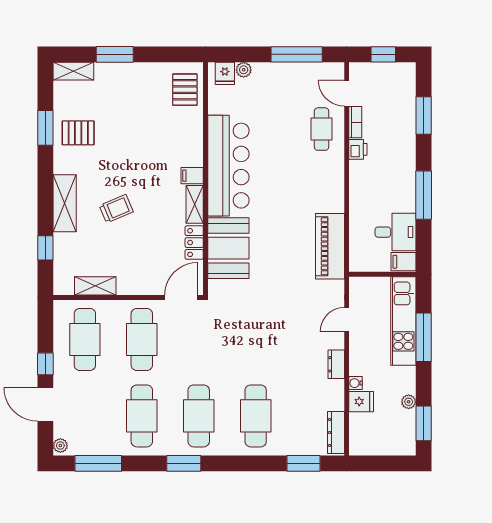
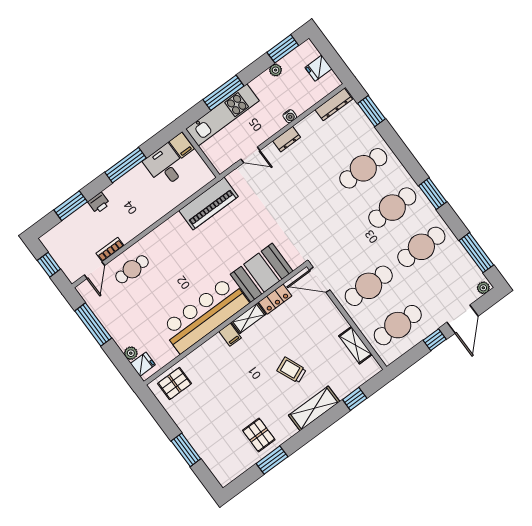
shelving: (73, 71) -> (219, 470), removed
printer: (358, 149) -> (99, 203), moved, turned 180
fridge: (361, 402) -> (318, 68), moved, turned -90

